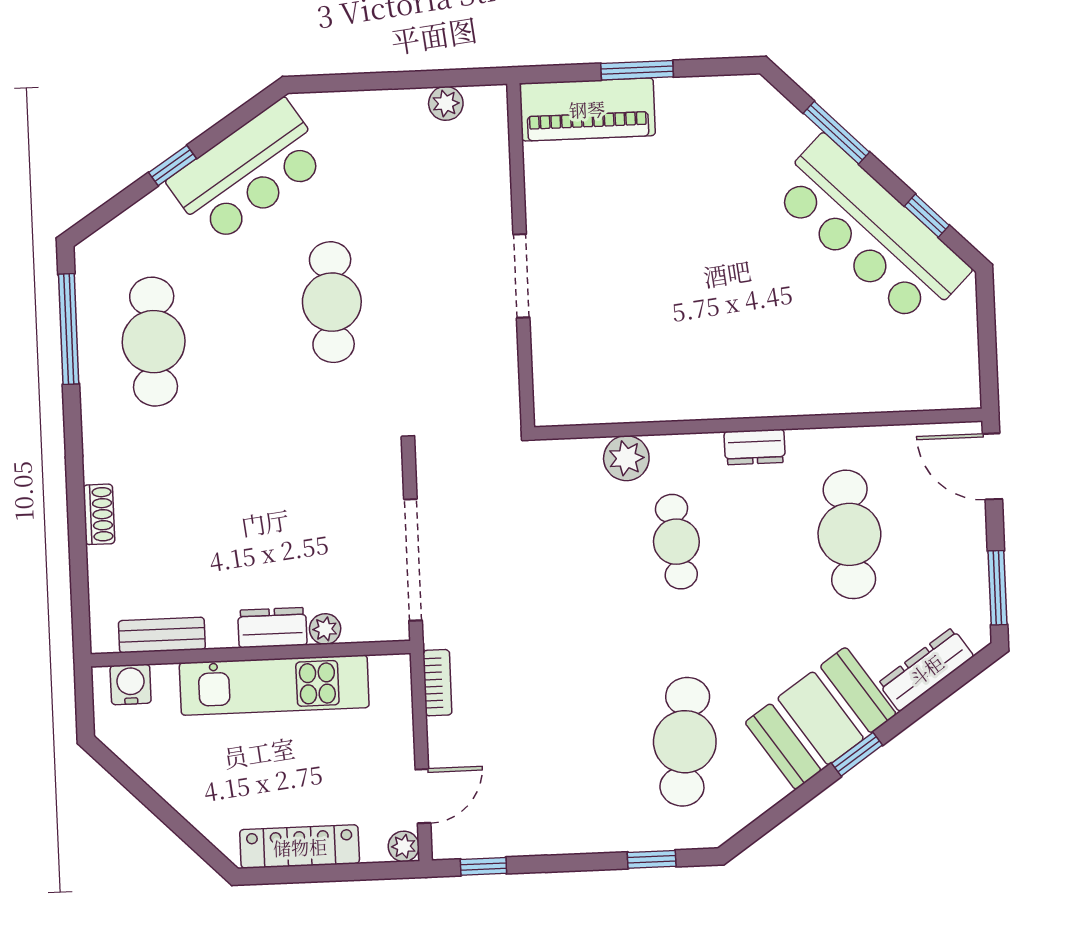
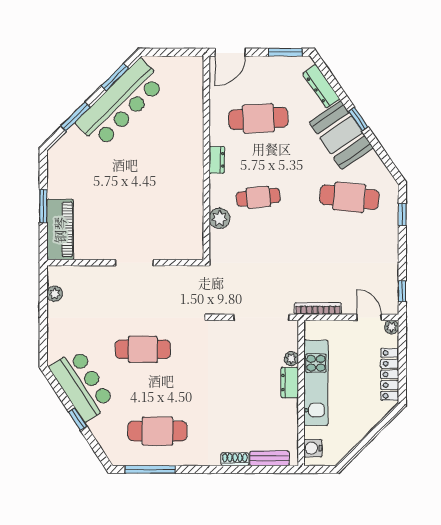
window: (927, 216) -> (115, 77), width x1.50
bench: (162, 635) -> (269, 458), moved, turned 90
bookcase: (437, 683) -> (318, 309), width x1.56

